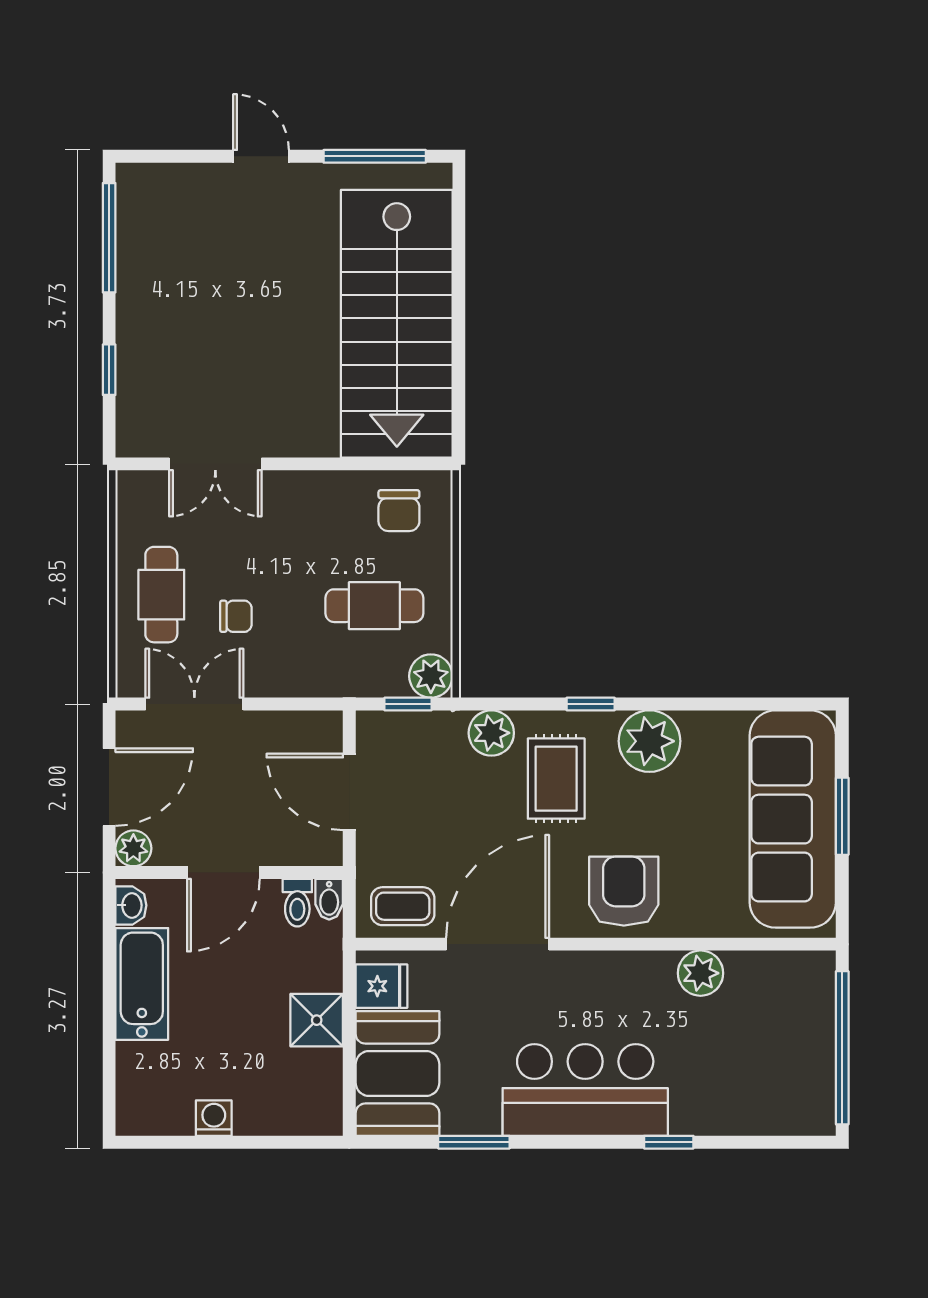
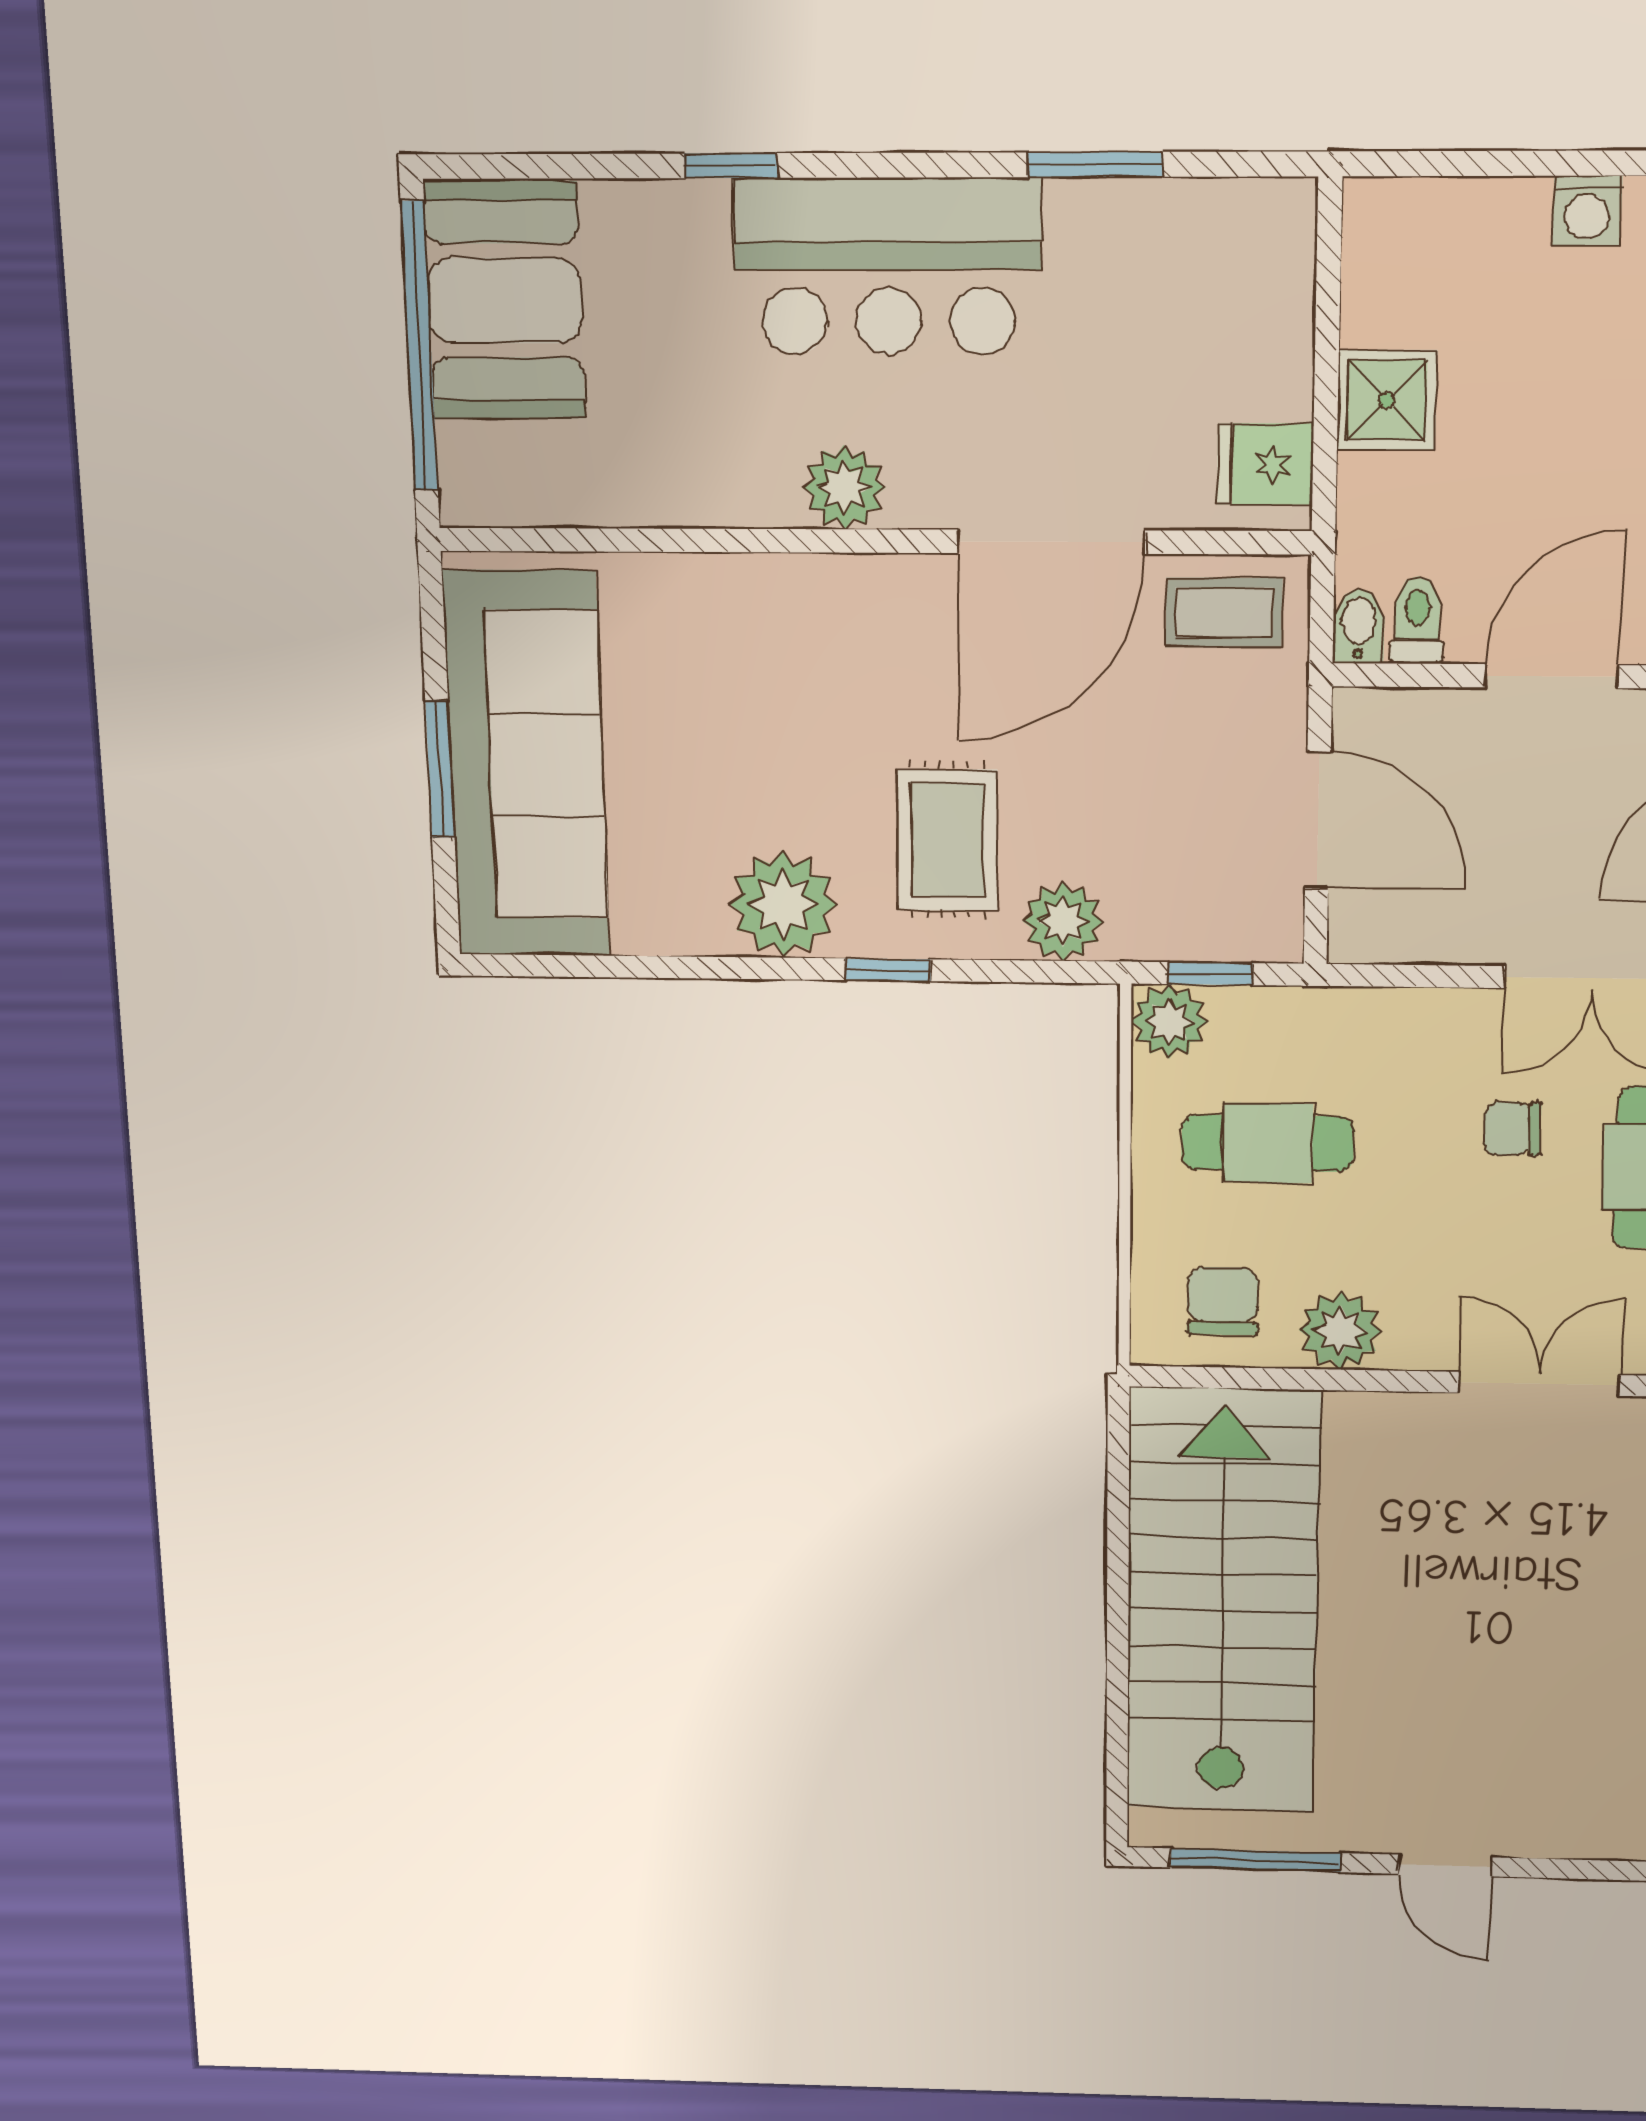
plant: (331, 494) -> (1340, 1331), added
armchair: (624, 891) -> (823, 638), removed
plant: (701, 973) -> (844, 487), moved
booth: (397, 1074) -> (505, 301), moved

